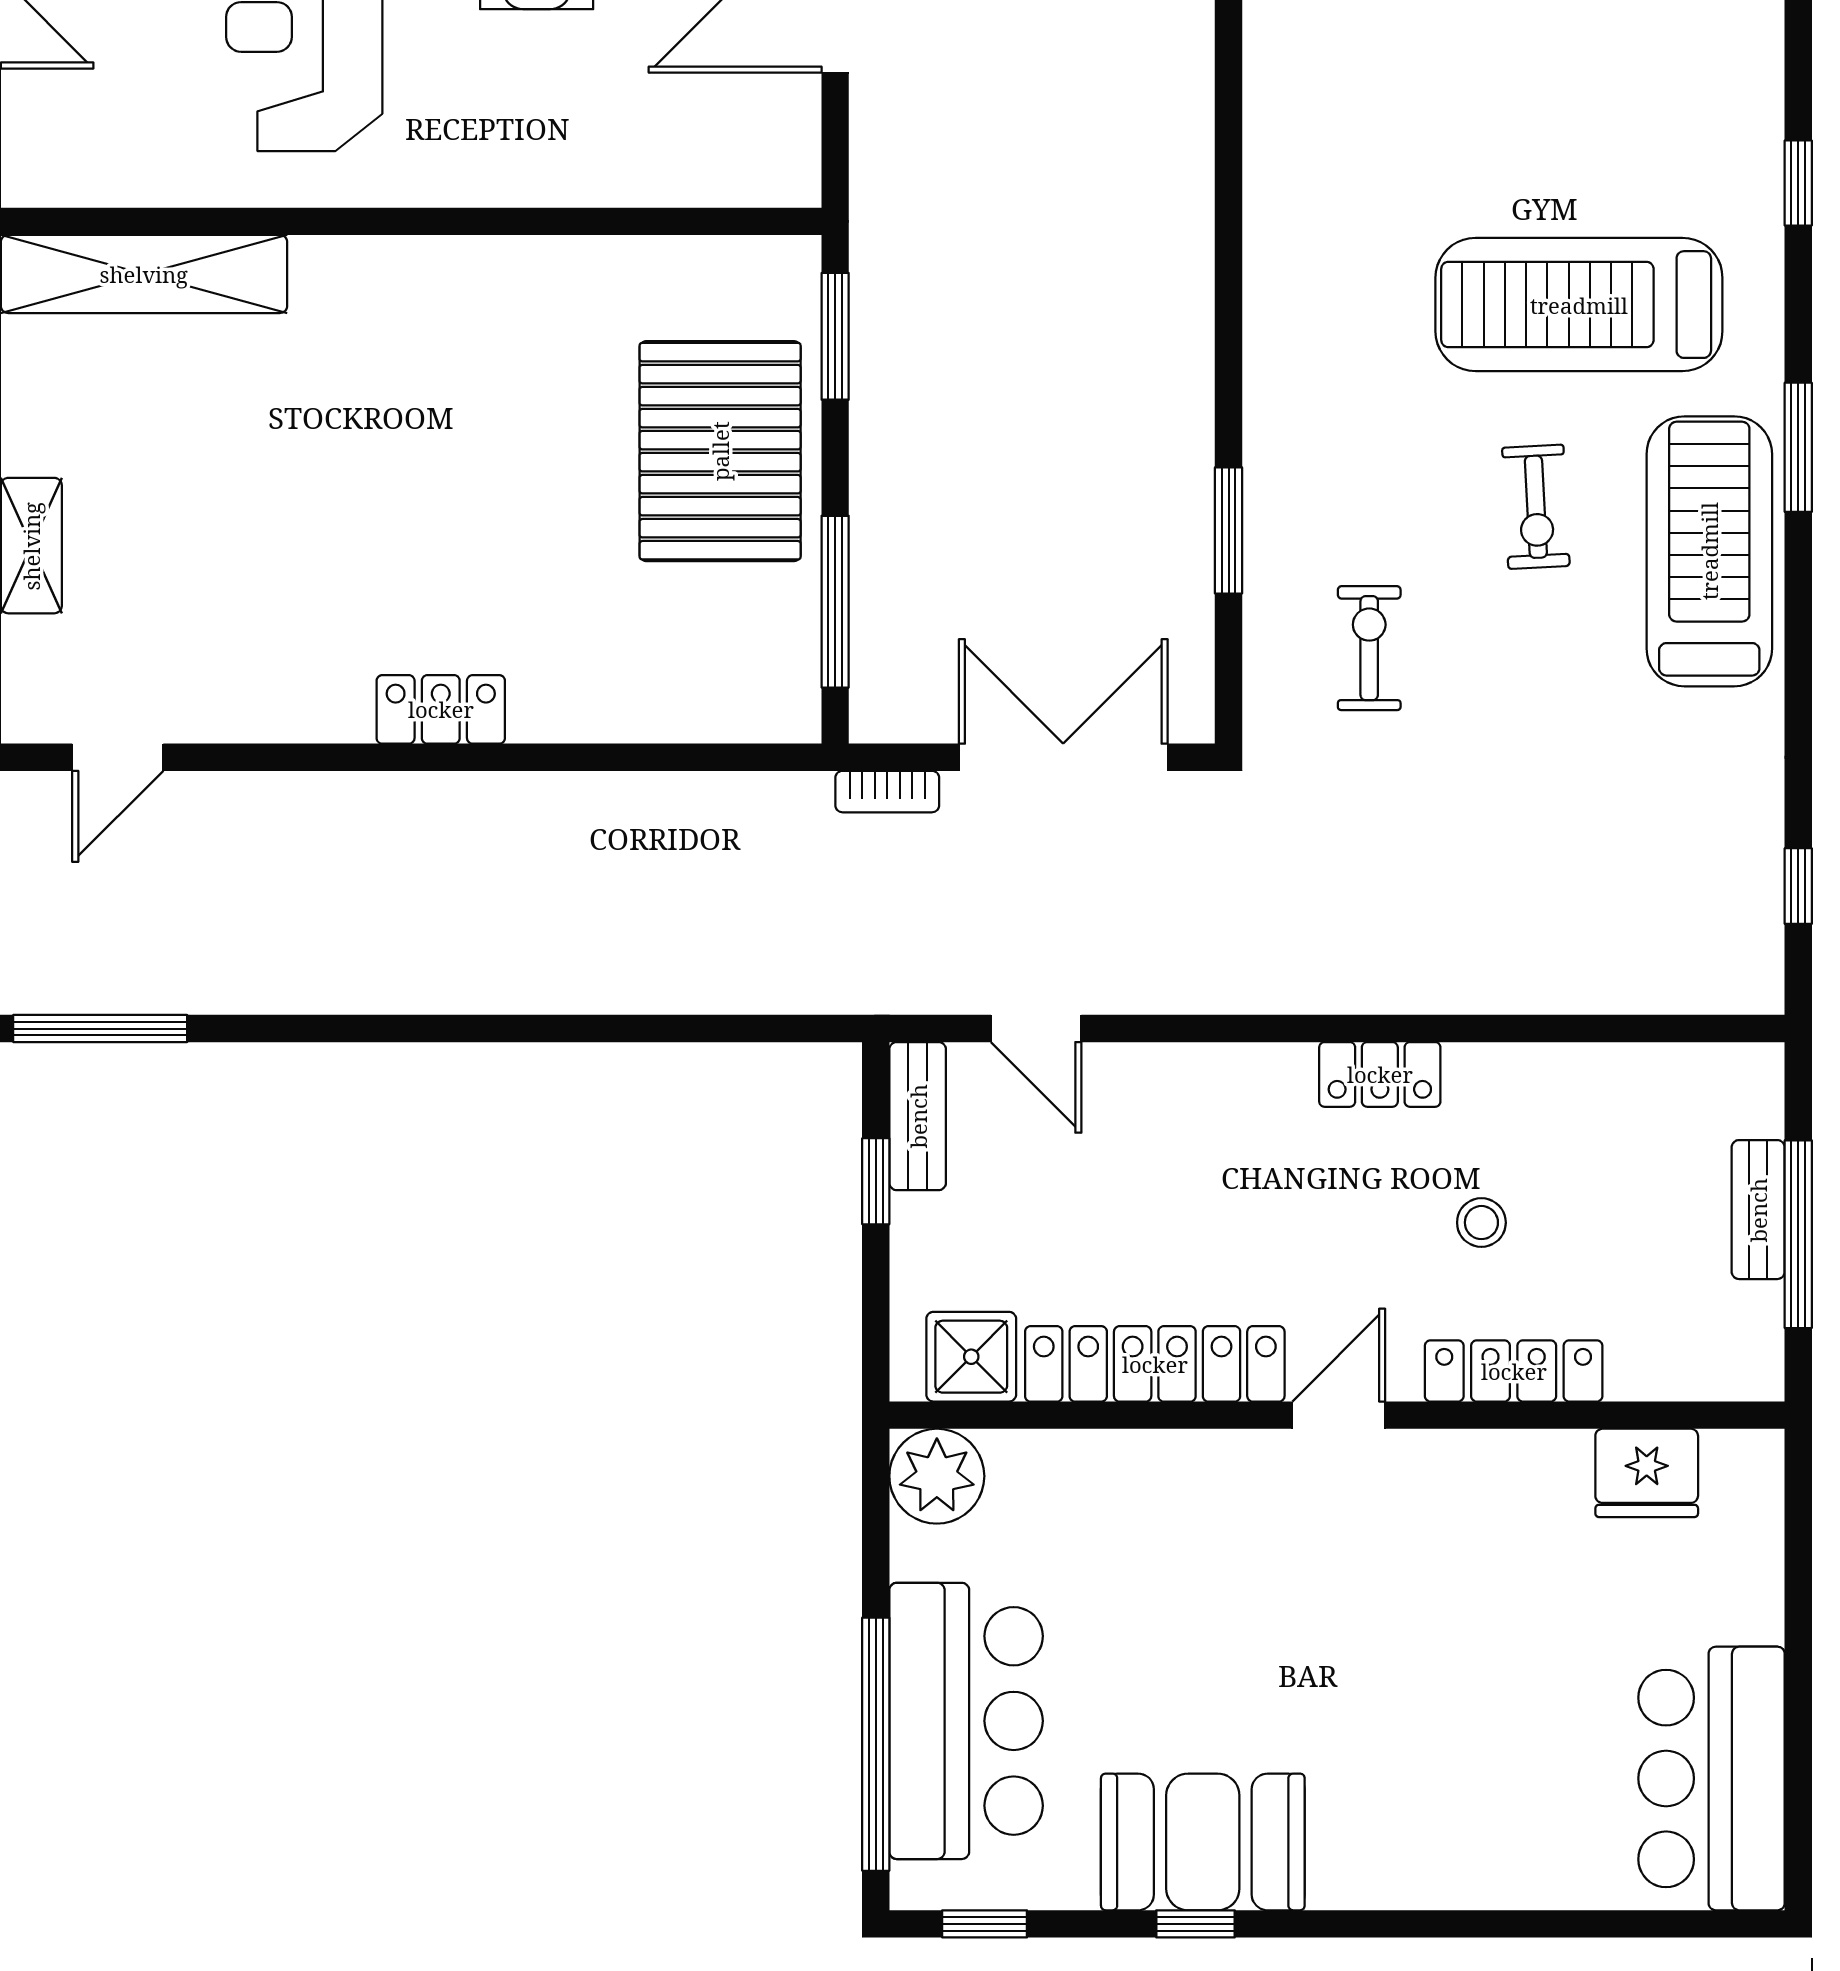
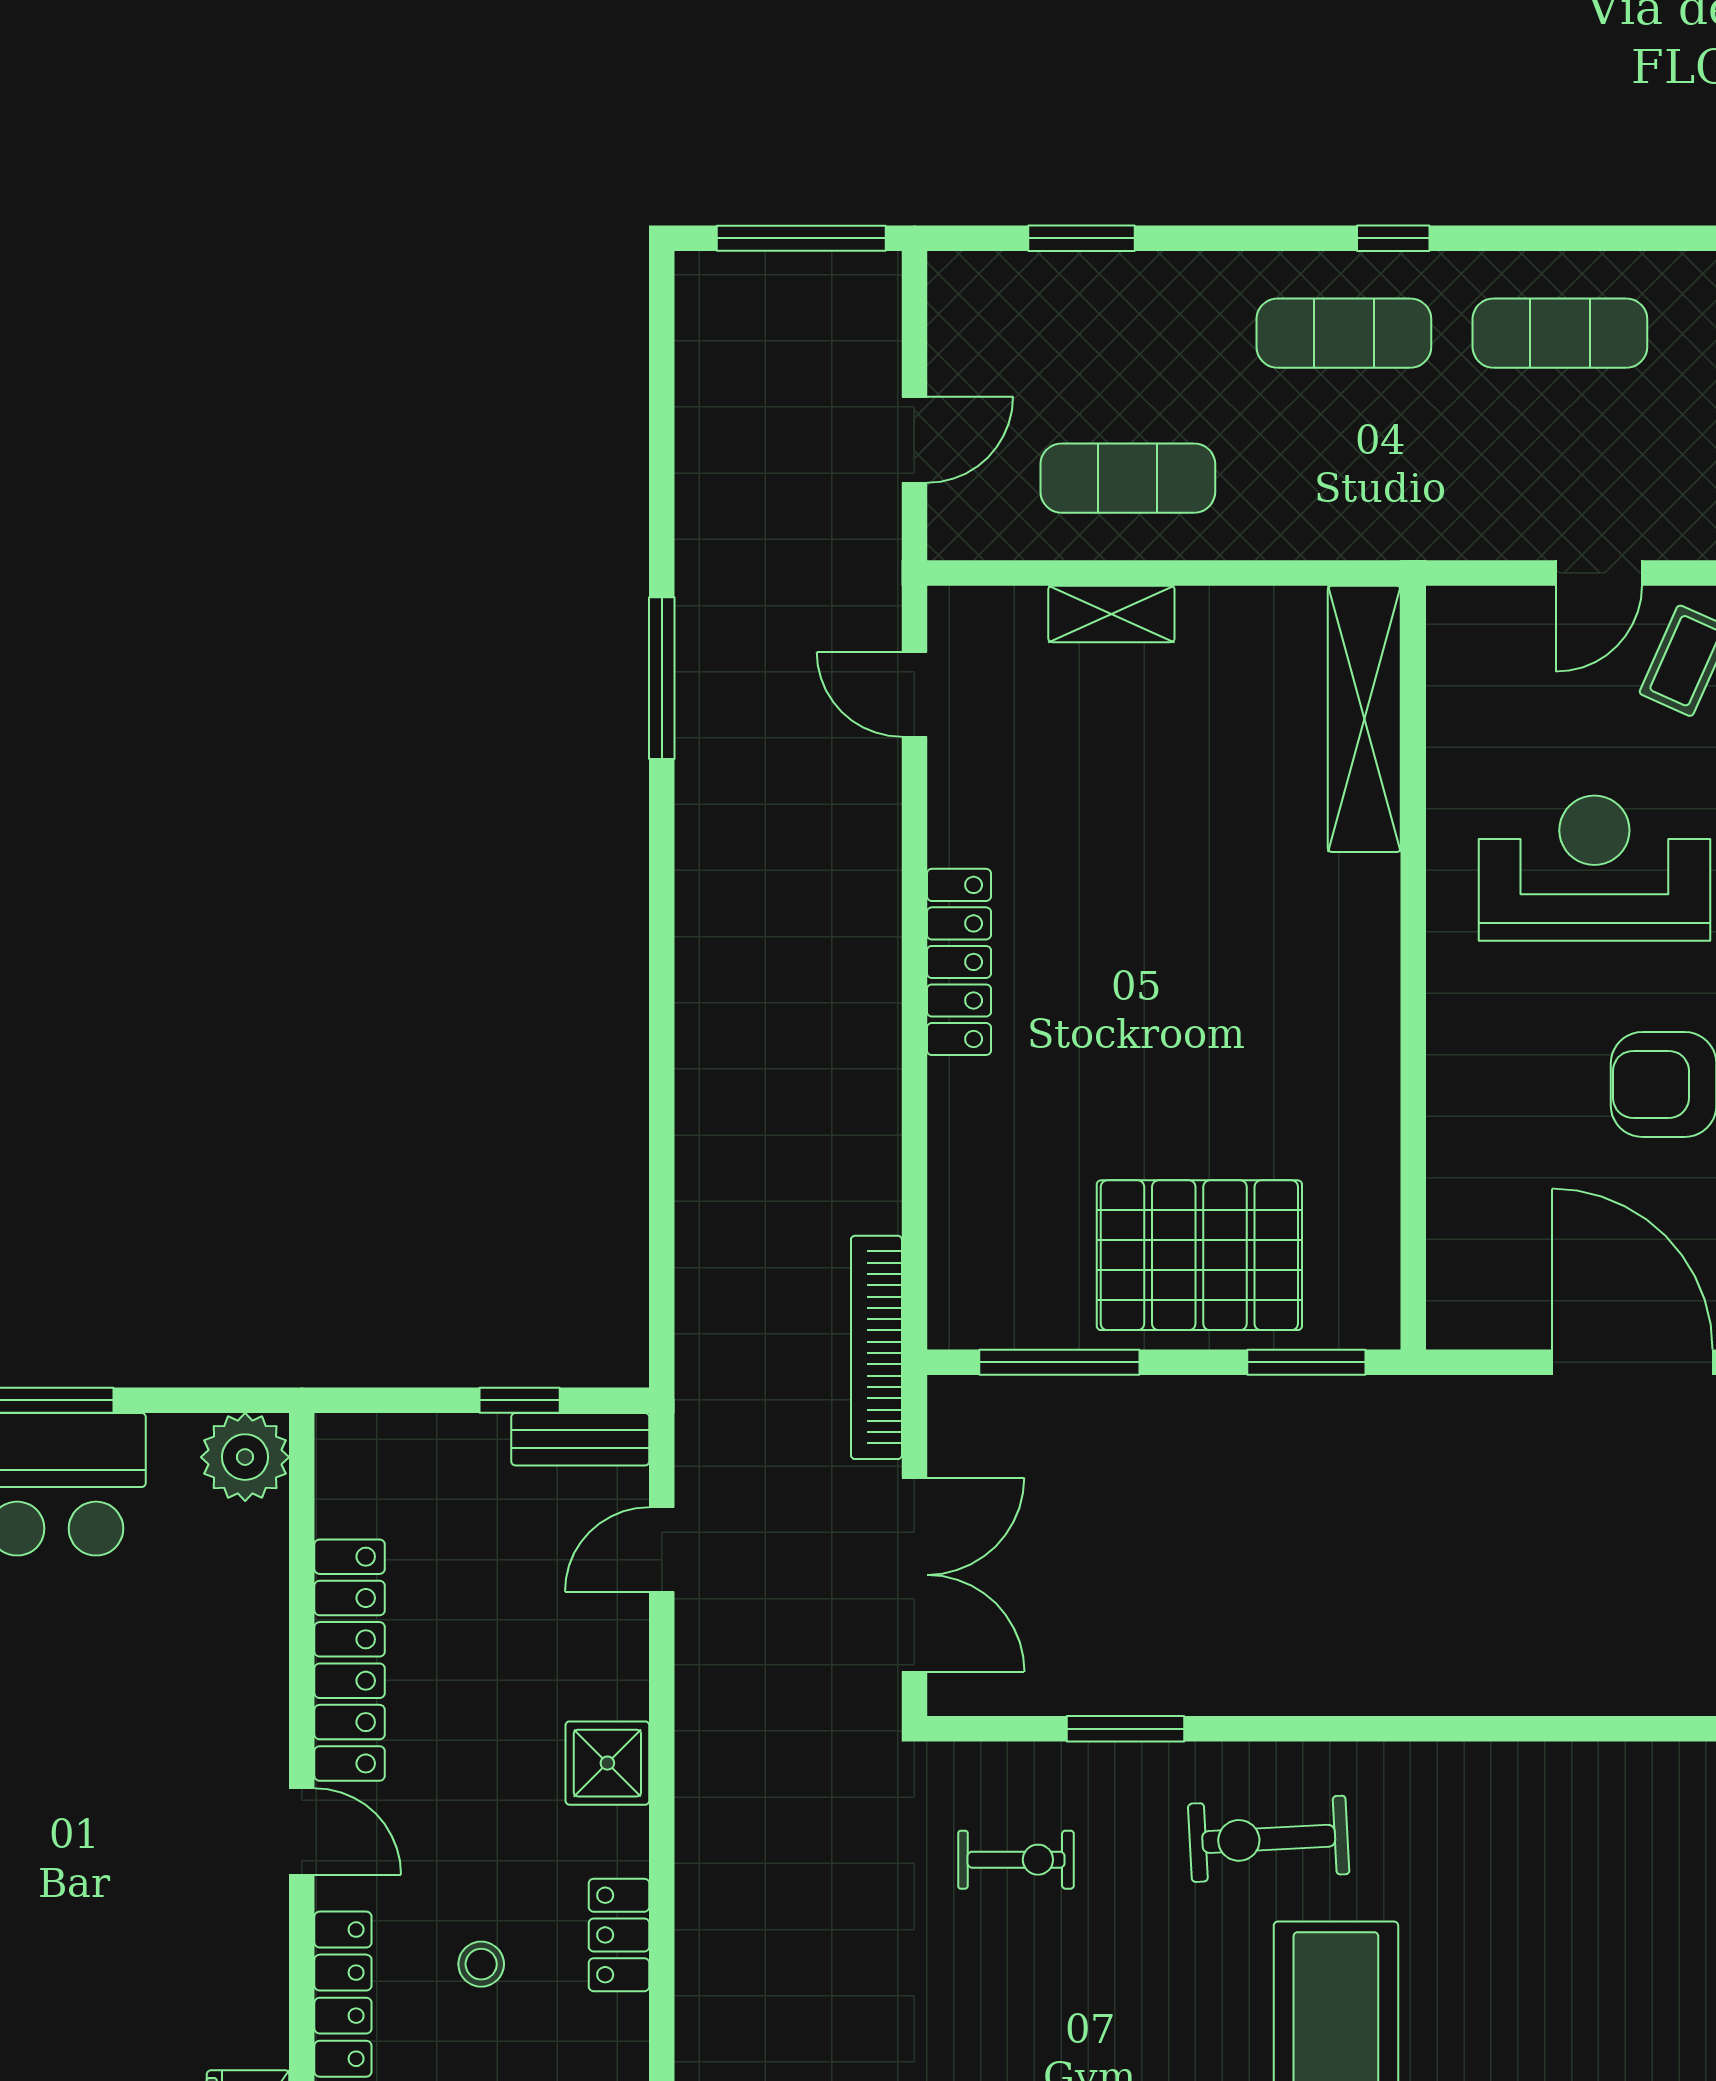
exercise bike: (1536, 507) -> (1269, 1839), moved, width x1.38, depth x1.39
locker: (441, 709) -> (959, 962), width x1.53
bookcase: (887, 792) -> (876, 1347), width x2.31, depth x1.31
locker: (1380, 1074) -> (619, 1935), moved
shower: (971, 1357) -> (607, 1763), moved

